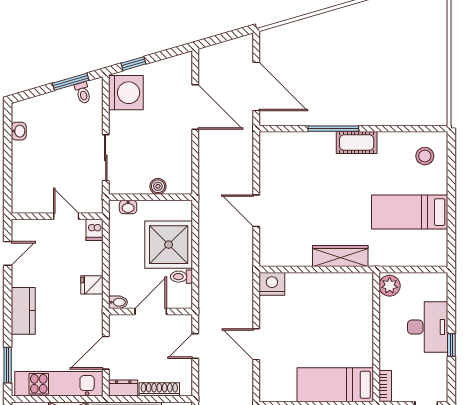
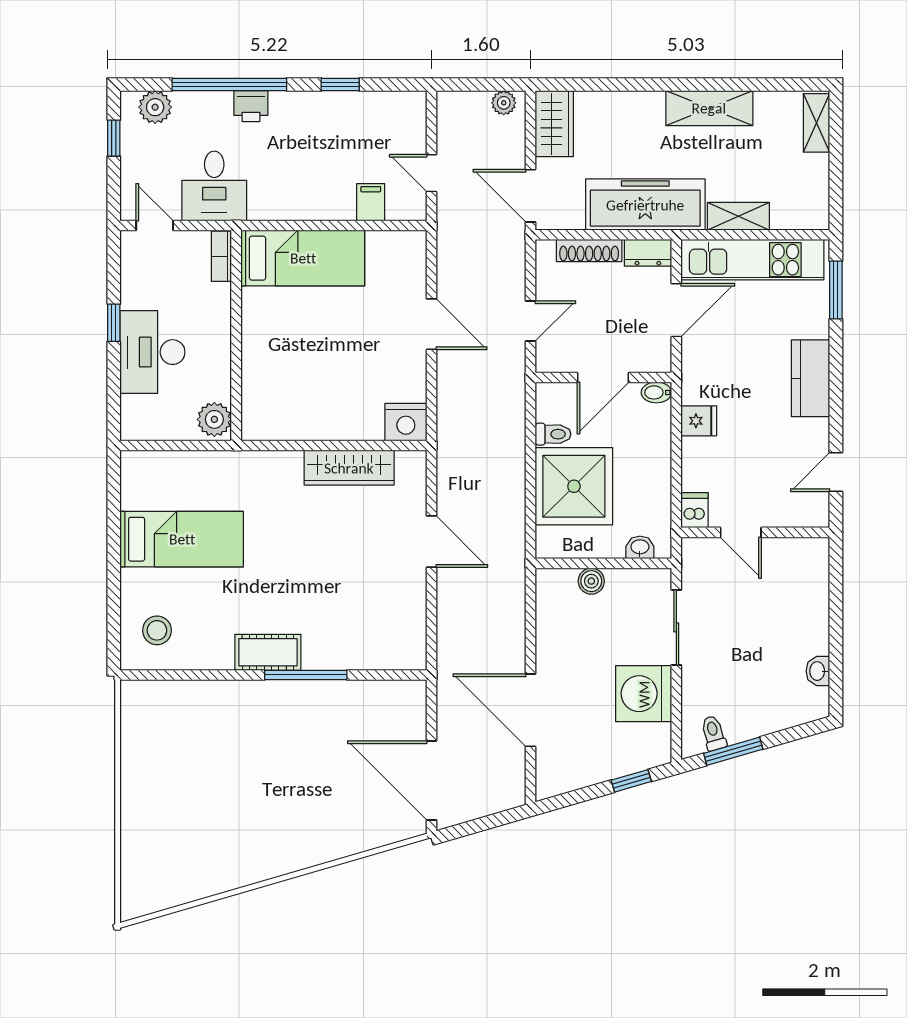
door: (256, 86) -> (431, 781), moved
washing machine: (126, 93) -> (644, 694), moved
wardrobe: (340, 256) -> (349, 468), moved

